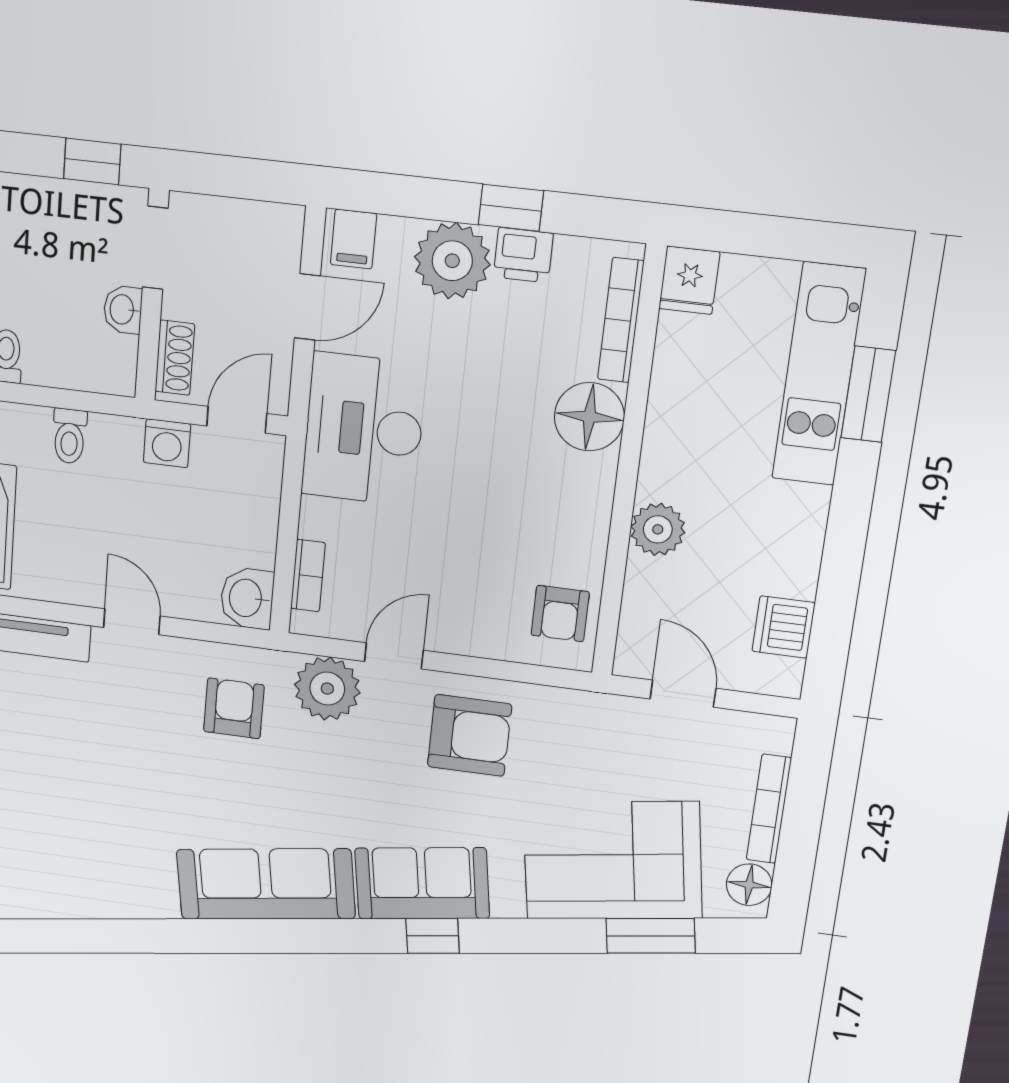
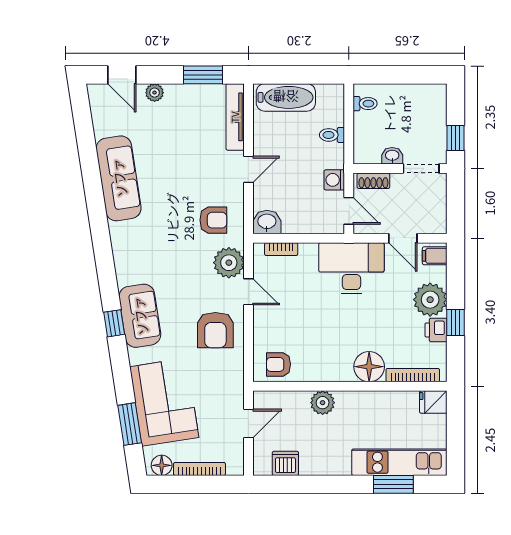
sofa: (266, 884) -> (119, 178), moved

